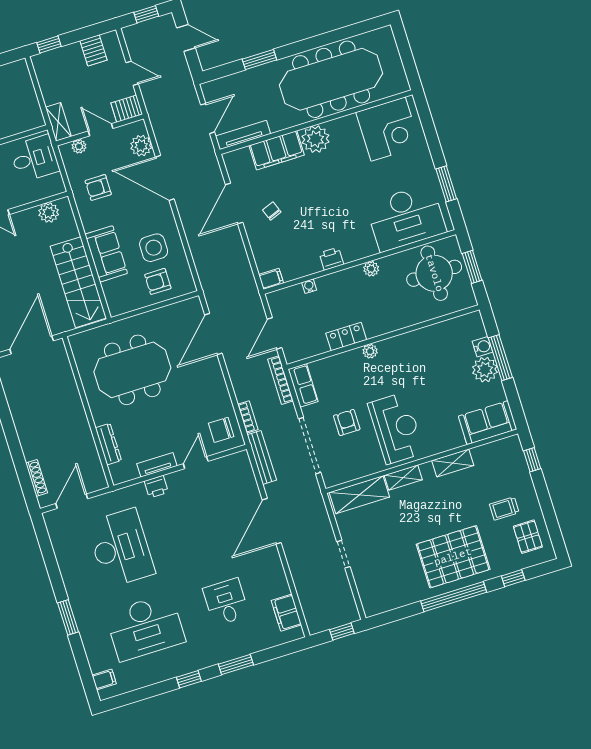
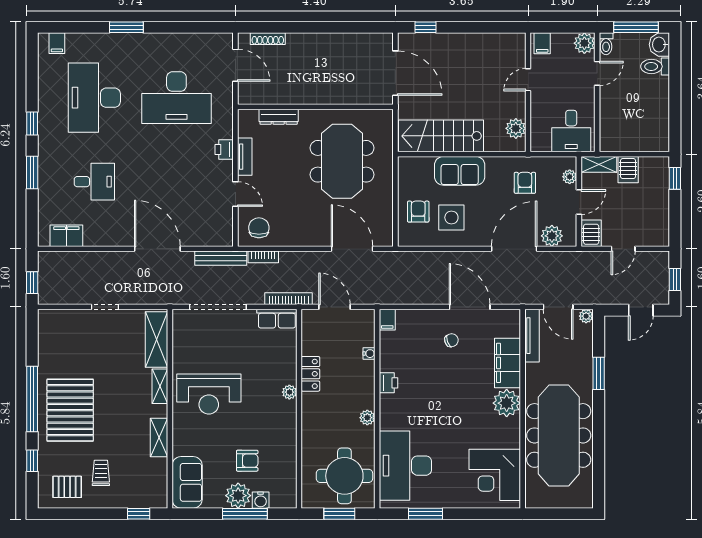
server rack: (93, 50) -> (628, 170), moved, turned -90
plant: (208, 89) -> (586, 316), added
armchair: (347, 423) -> (247, 461), moved

